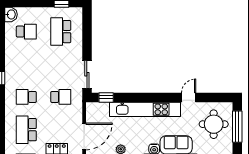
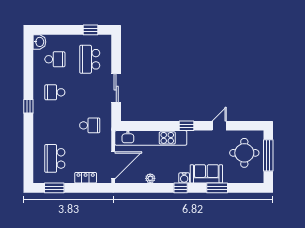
sliding door: (87, 74) -> (116, 88), moved
school desk: (26, 97) -> (55, 92), moved
window: (106, 97) -> (187, 126), moved
kitchen unit: (145, 109) -> (151, 138), moved

